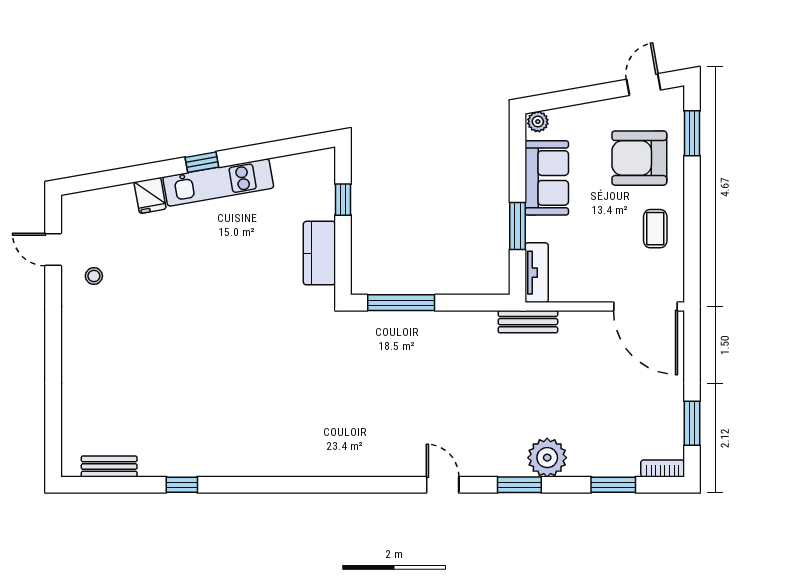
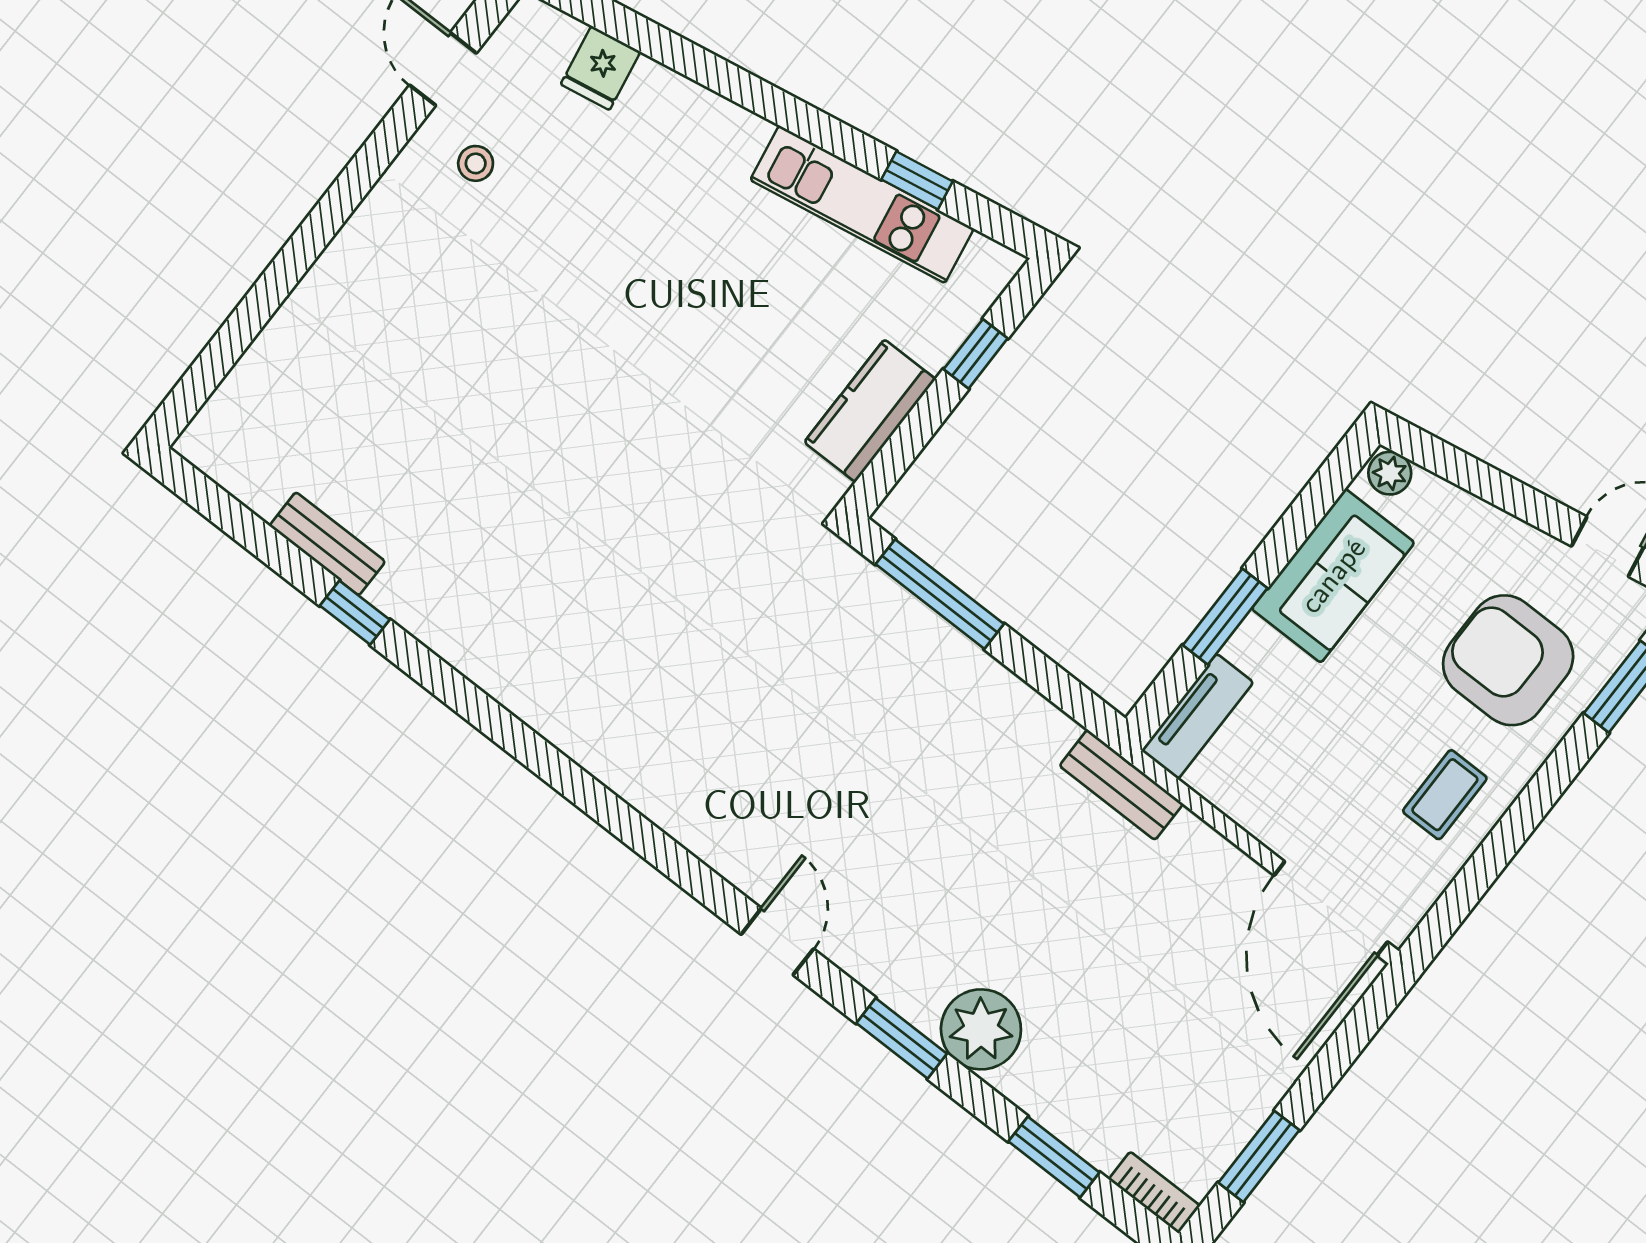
window: (202, 162) -> (917, 180), moved
kitchen unit: (218, 182) -> (862, 204), moved
fridge: (150, 195) -> (600, 68), moved
bench: (109, 466) -> (327, 544), moved

